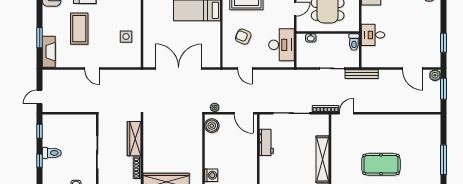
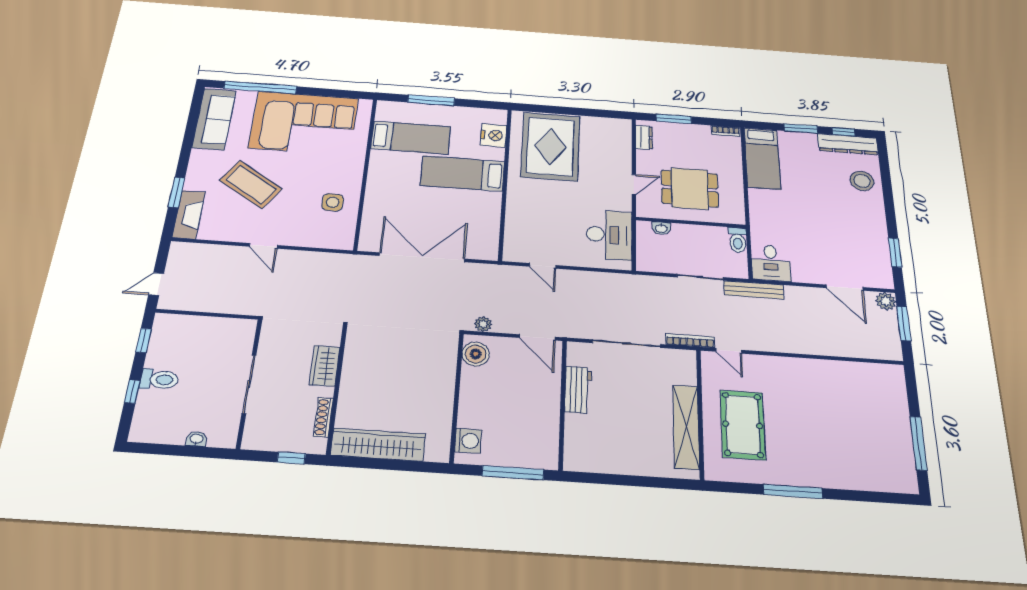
coffee table: (79, 29) -> (251, 184), turned -57
desk: (373, 35) -> (771, 263), moved, turned -90
armchair: (243, 37) -> (542, 218), removed
door: (346, 113) -> (729, 351), swing flipped
wardrobe: (134, 139) -> (325, 366), width x0.67
pool table: (381, 164) -> (743, 425), moved, turned 90

